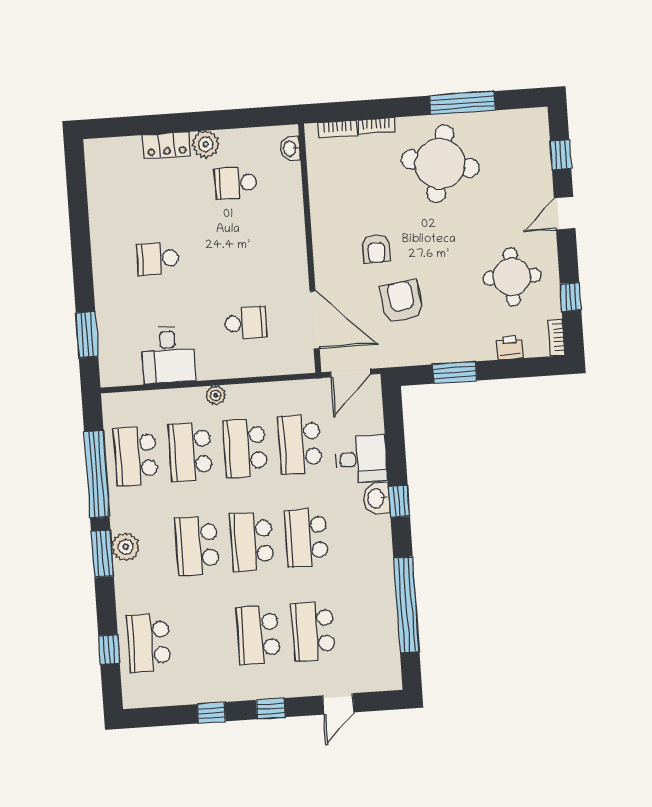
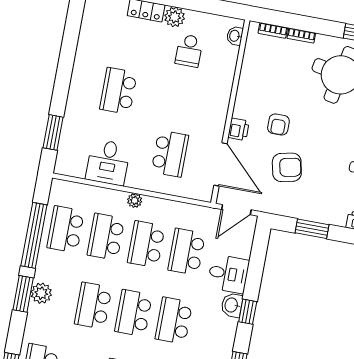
school desk: (236, 183) -> (189, 51), turned -90
school desk: (158, 259) -> (118, 91), width x1.85
printer: (326, 268) -> (238, 129), added
armchair: (402, 301) -> (287, 167), turned 85
school desk: (246, 323) -> (170, 154), width x1.85

